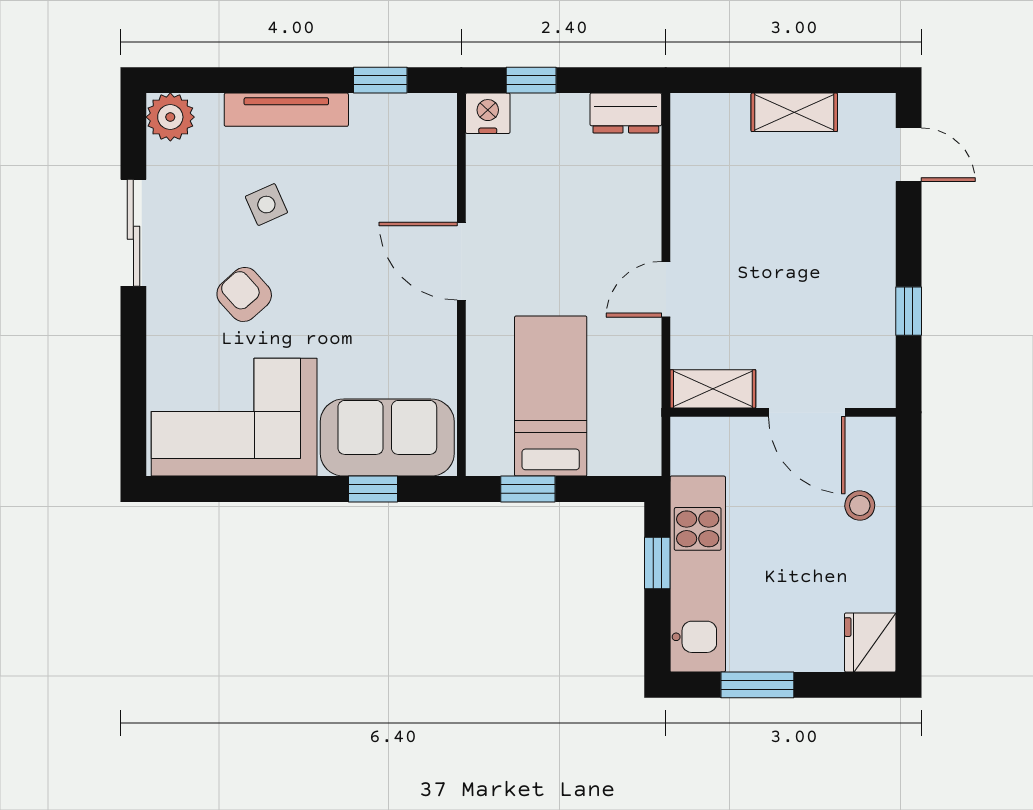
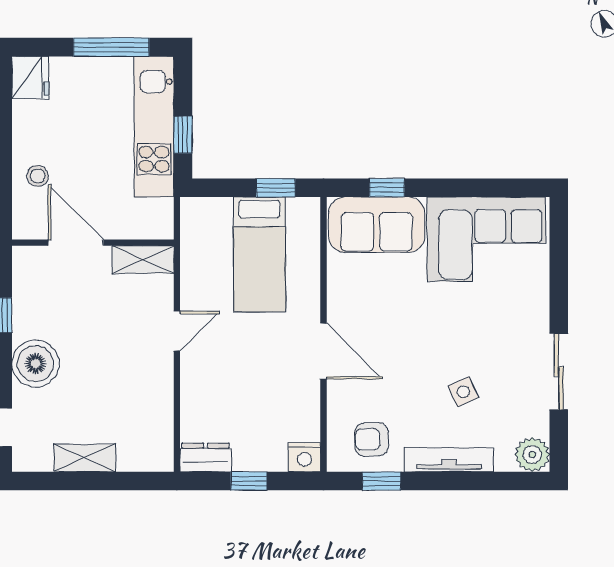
window: (531, 80) -> (249, 481), moved
boiler: (863, 244) -> (35, 364), added
armchair: (244, 294) -> (372, 439), moved, turned 132
window: (757, 685) -> (111, 47), width x1.44

